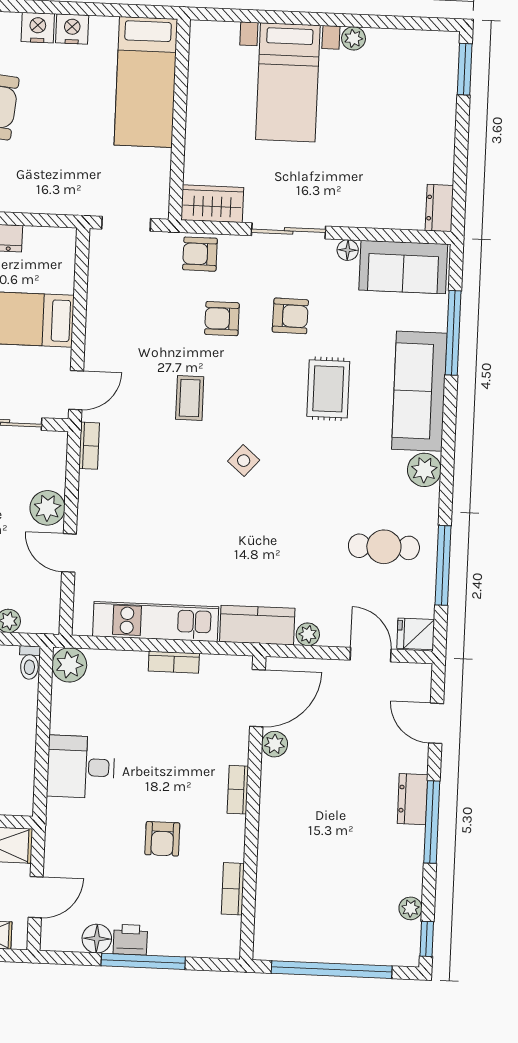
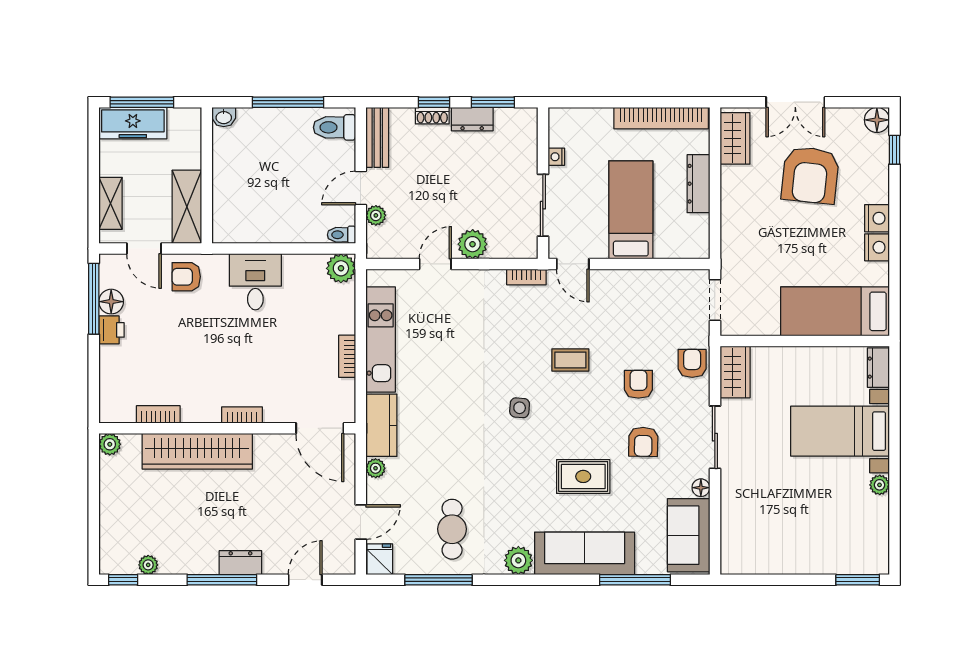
dresser: (439, 208) -> (878, 368), moved, turned -90
side table: (244, 461) -> (520, 408), turned -36
plant: (275, 744) -> (110, 444), moved
armchair: (162, 839) -> (186, 277), moved
wardrobe: (278, 844) -> (197, 451), added
window: (143, 961) -> (94, 299), moved
window: (332, 970) -> (94, 501), removed

